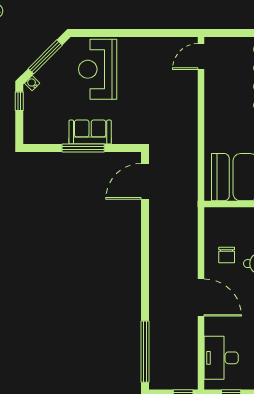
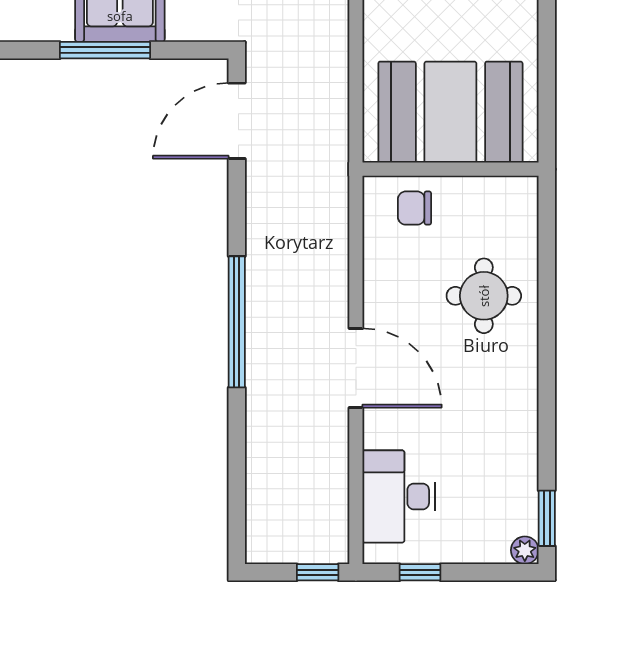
chair: (227, 255) -> (414, 208), moved, turned 90
window: (145, 352) -> (237, 322), moved

